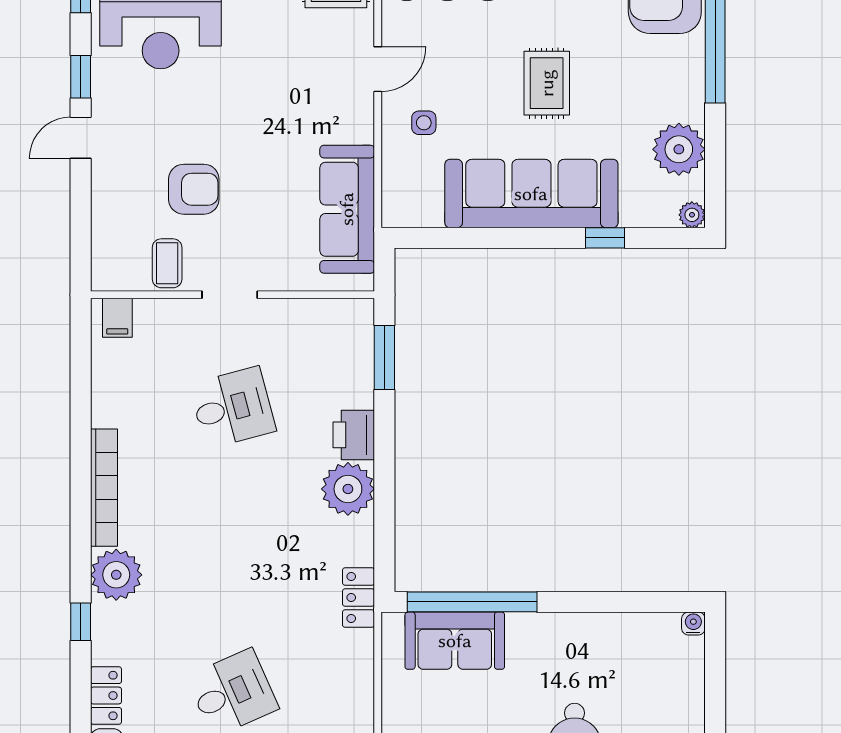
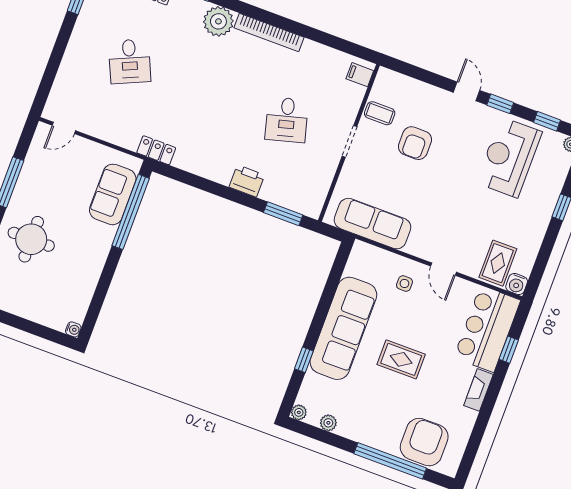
plant: (679, 149) -> (328, 423), width x0.53, depth x0.53
plant: (348, 489) -> (218, 167), removed

